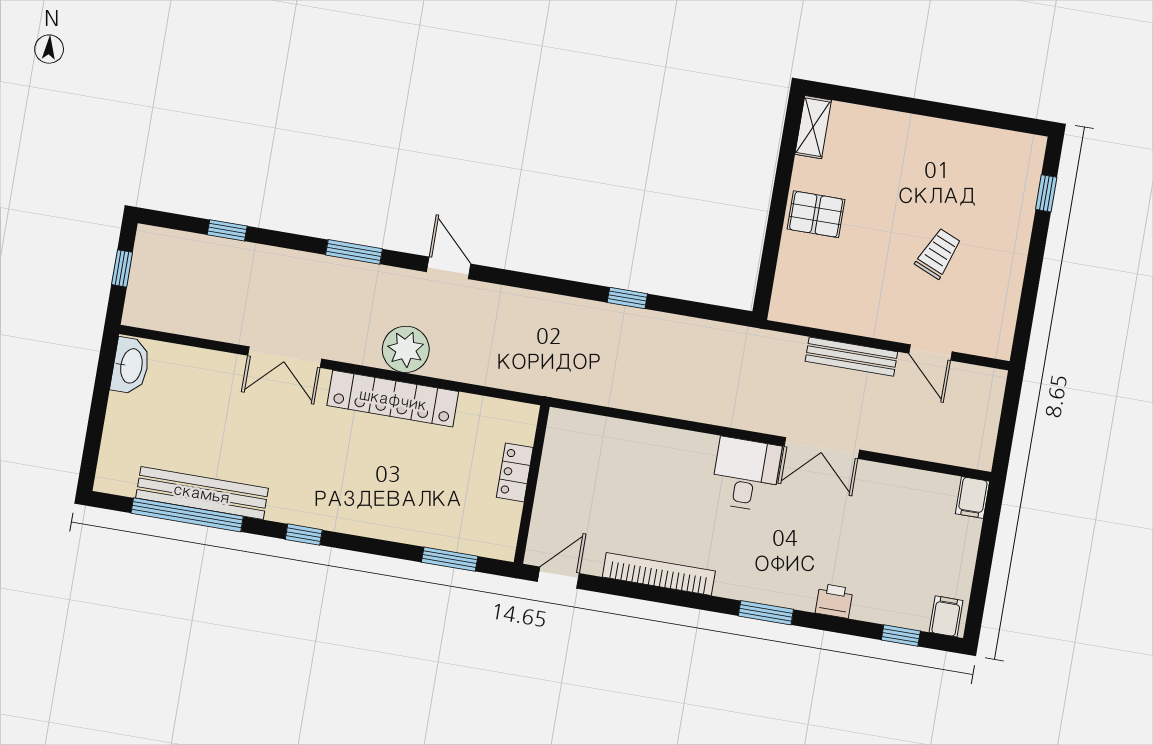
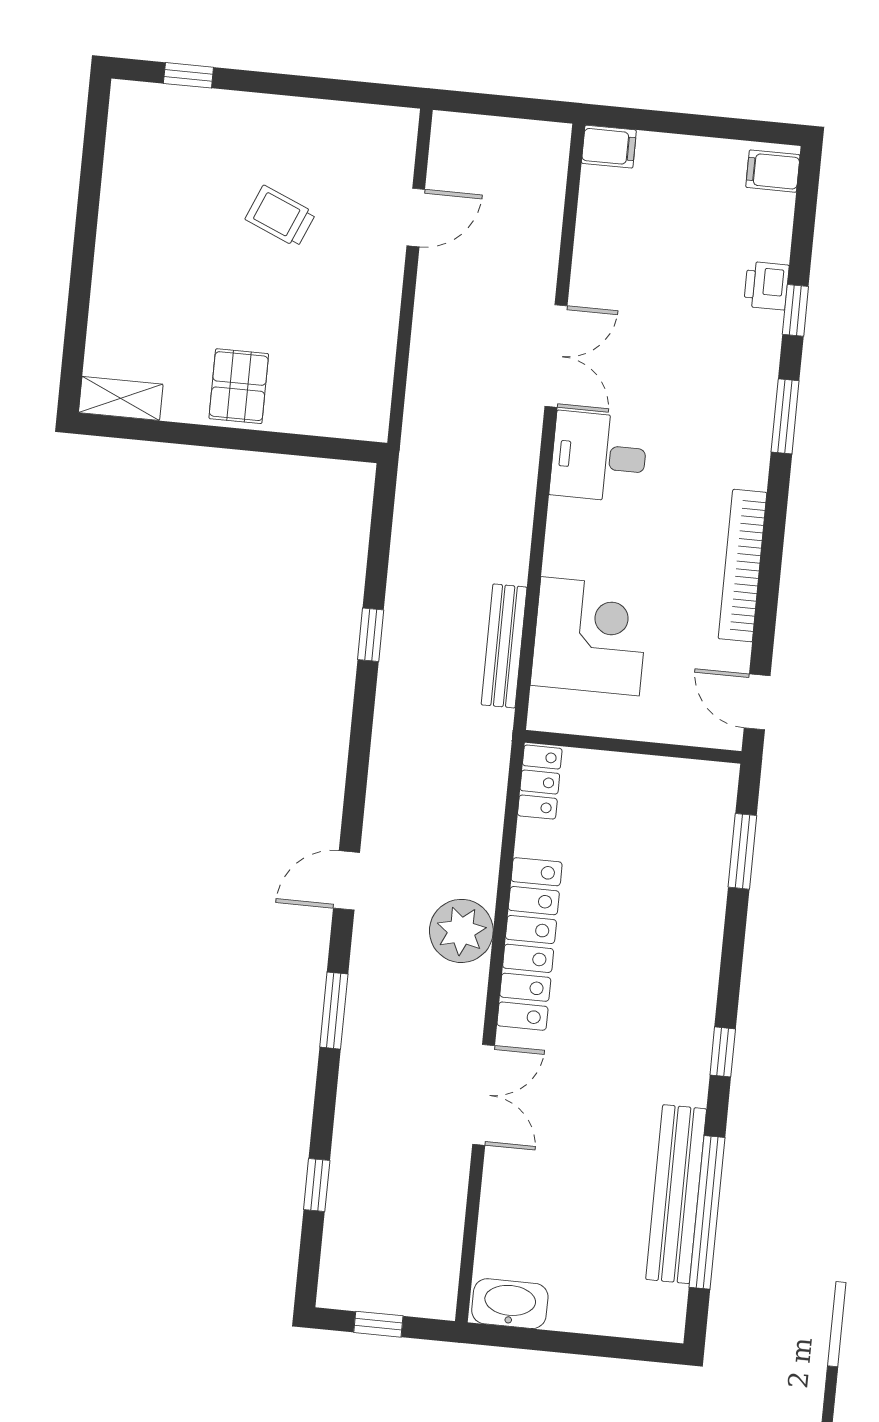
bench: (851, 357) -> (504, 646), moved
corner desk: (615, 459) -> (590, 636), added
locker: (515, 472) -> (540, 782), moved, turned -90
printer: (834, 601) -> (766, 286), moved
window: (901, 635) -> (795, 310), moved

